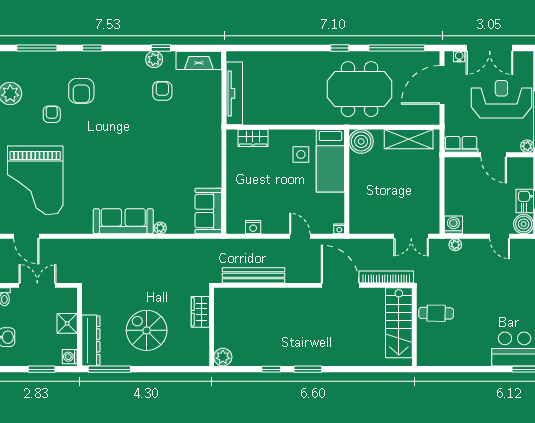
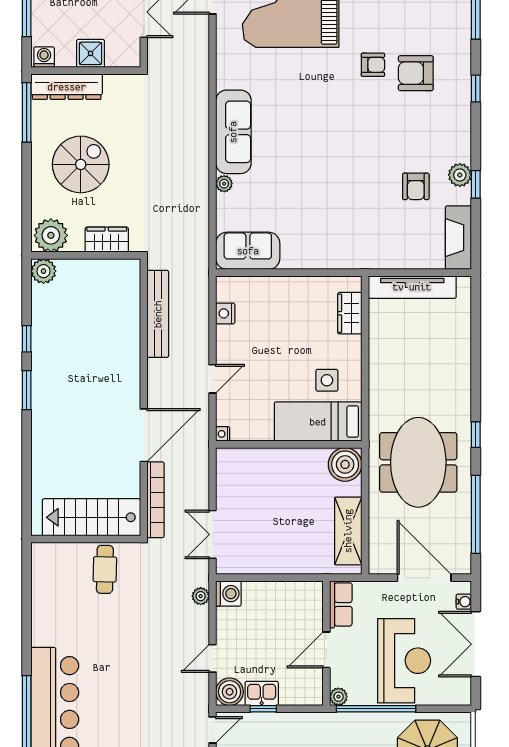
armchair: (162, 91) -> (416, 186), turned 90
armchair: (52, 114) -> (373, 65), moved
plant: (197, 352) -> (51, 235), added

